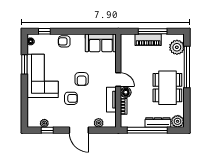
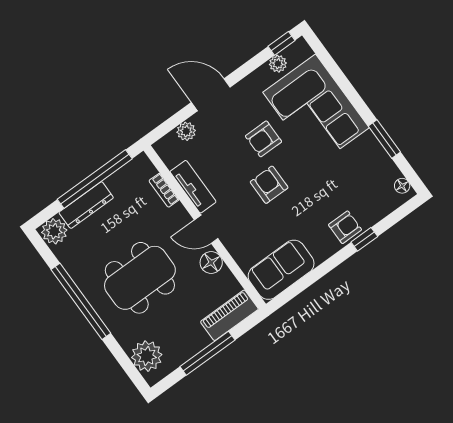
window: (44, 31) -> (364, 239), moved
piano: (148, 40) -> (229, 315), moved
window: (187, 67) -> (81, 301), moved
corner sofa: (43, 76) -> (316, 110), moved
dining table: (167, 88) -> (140, 278), moved, turned 90
floor lamp: (126, 92) -> (211, 263), moved
window: (47, 130) -> (281, 43), moved

